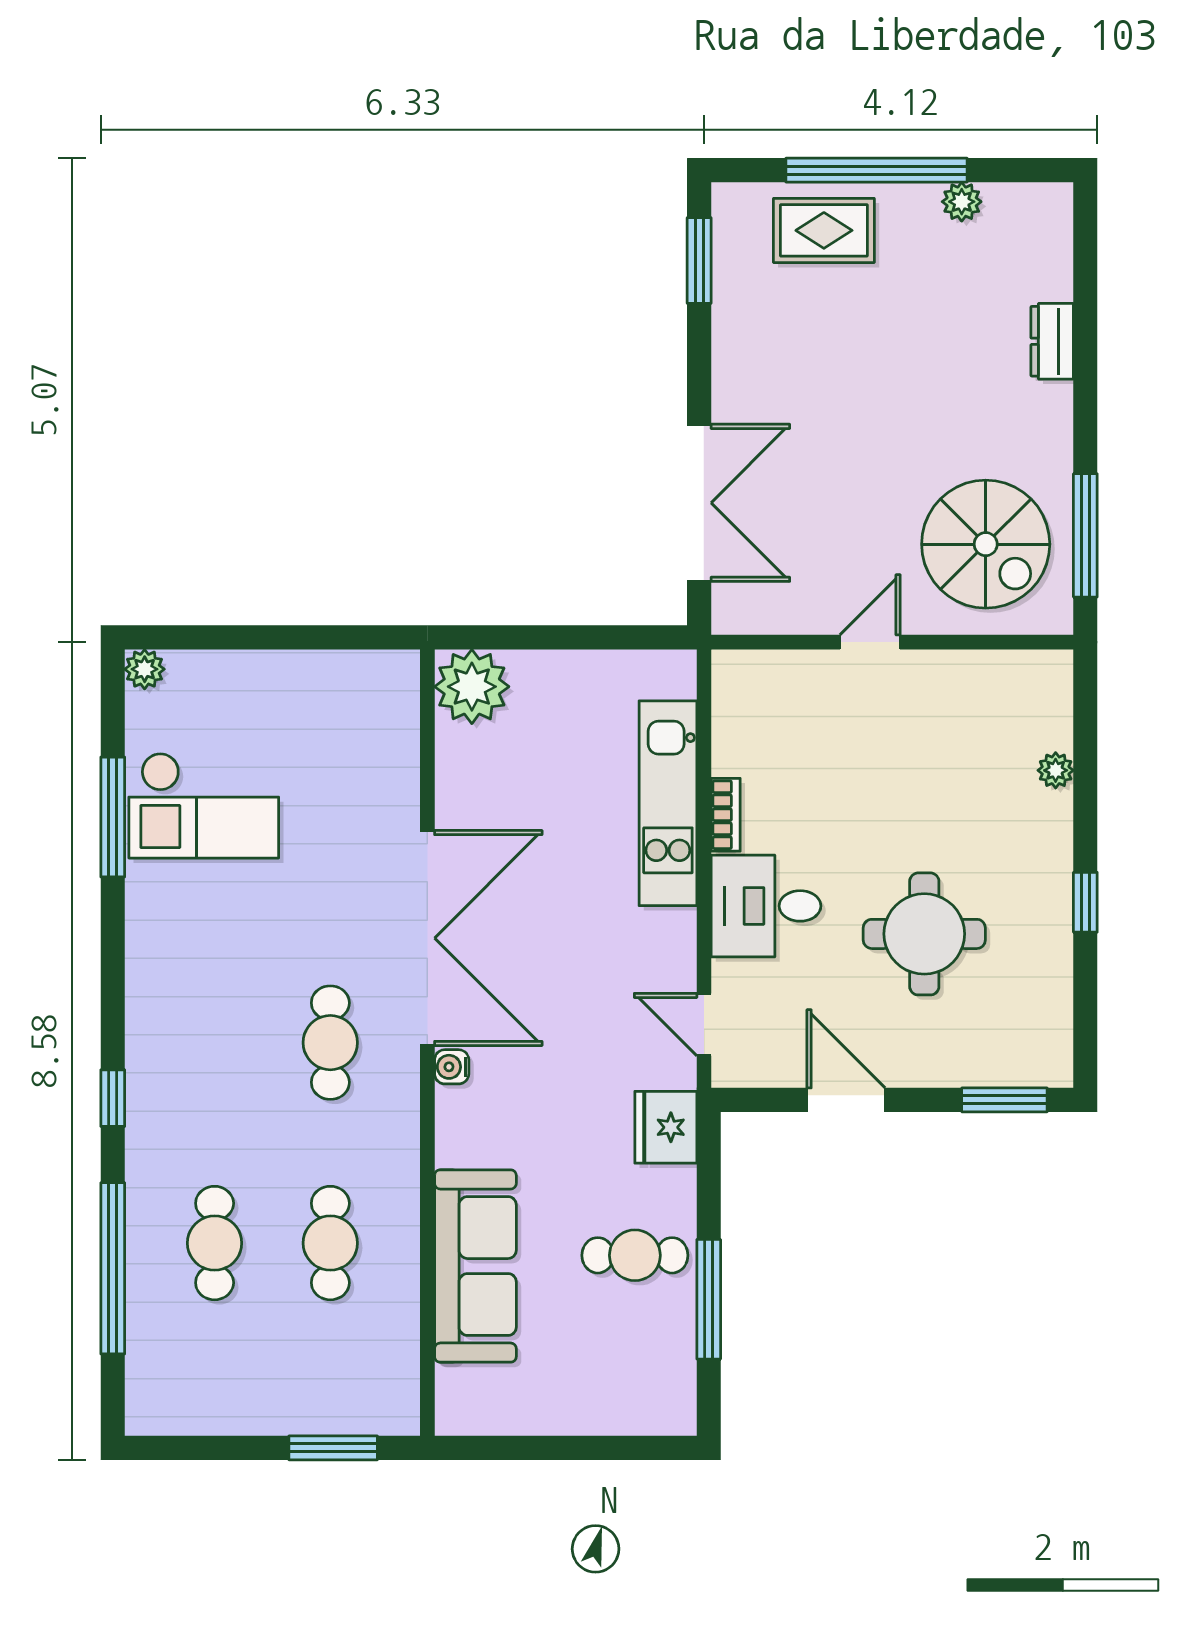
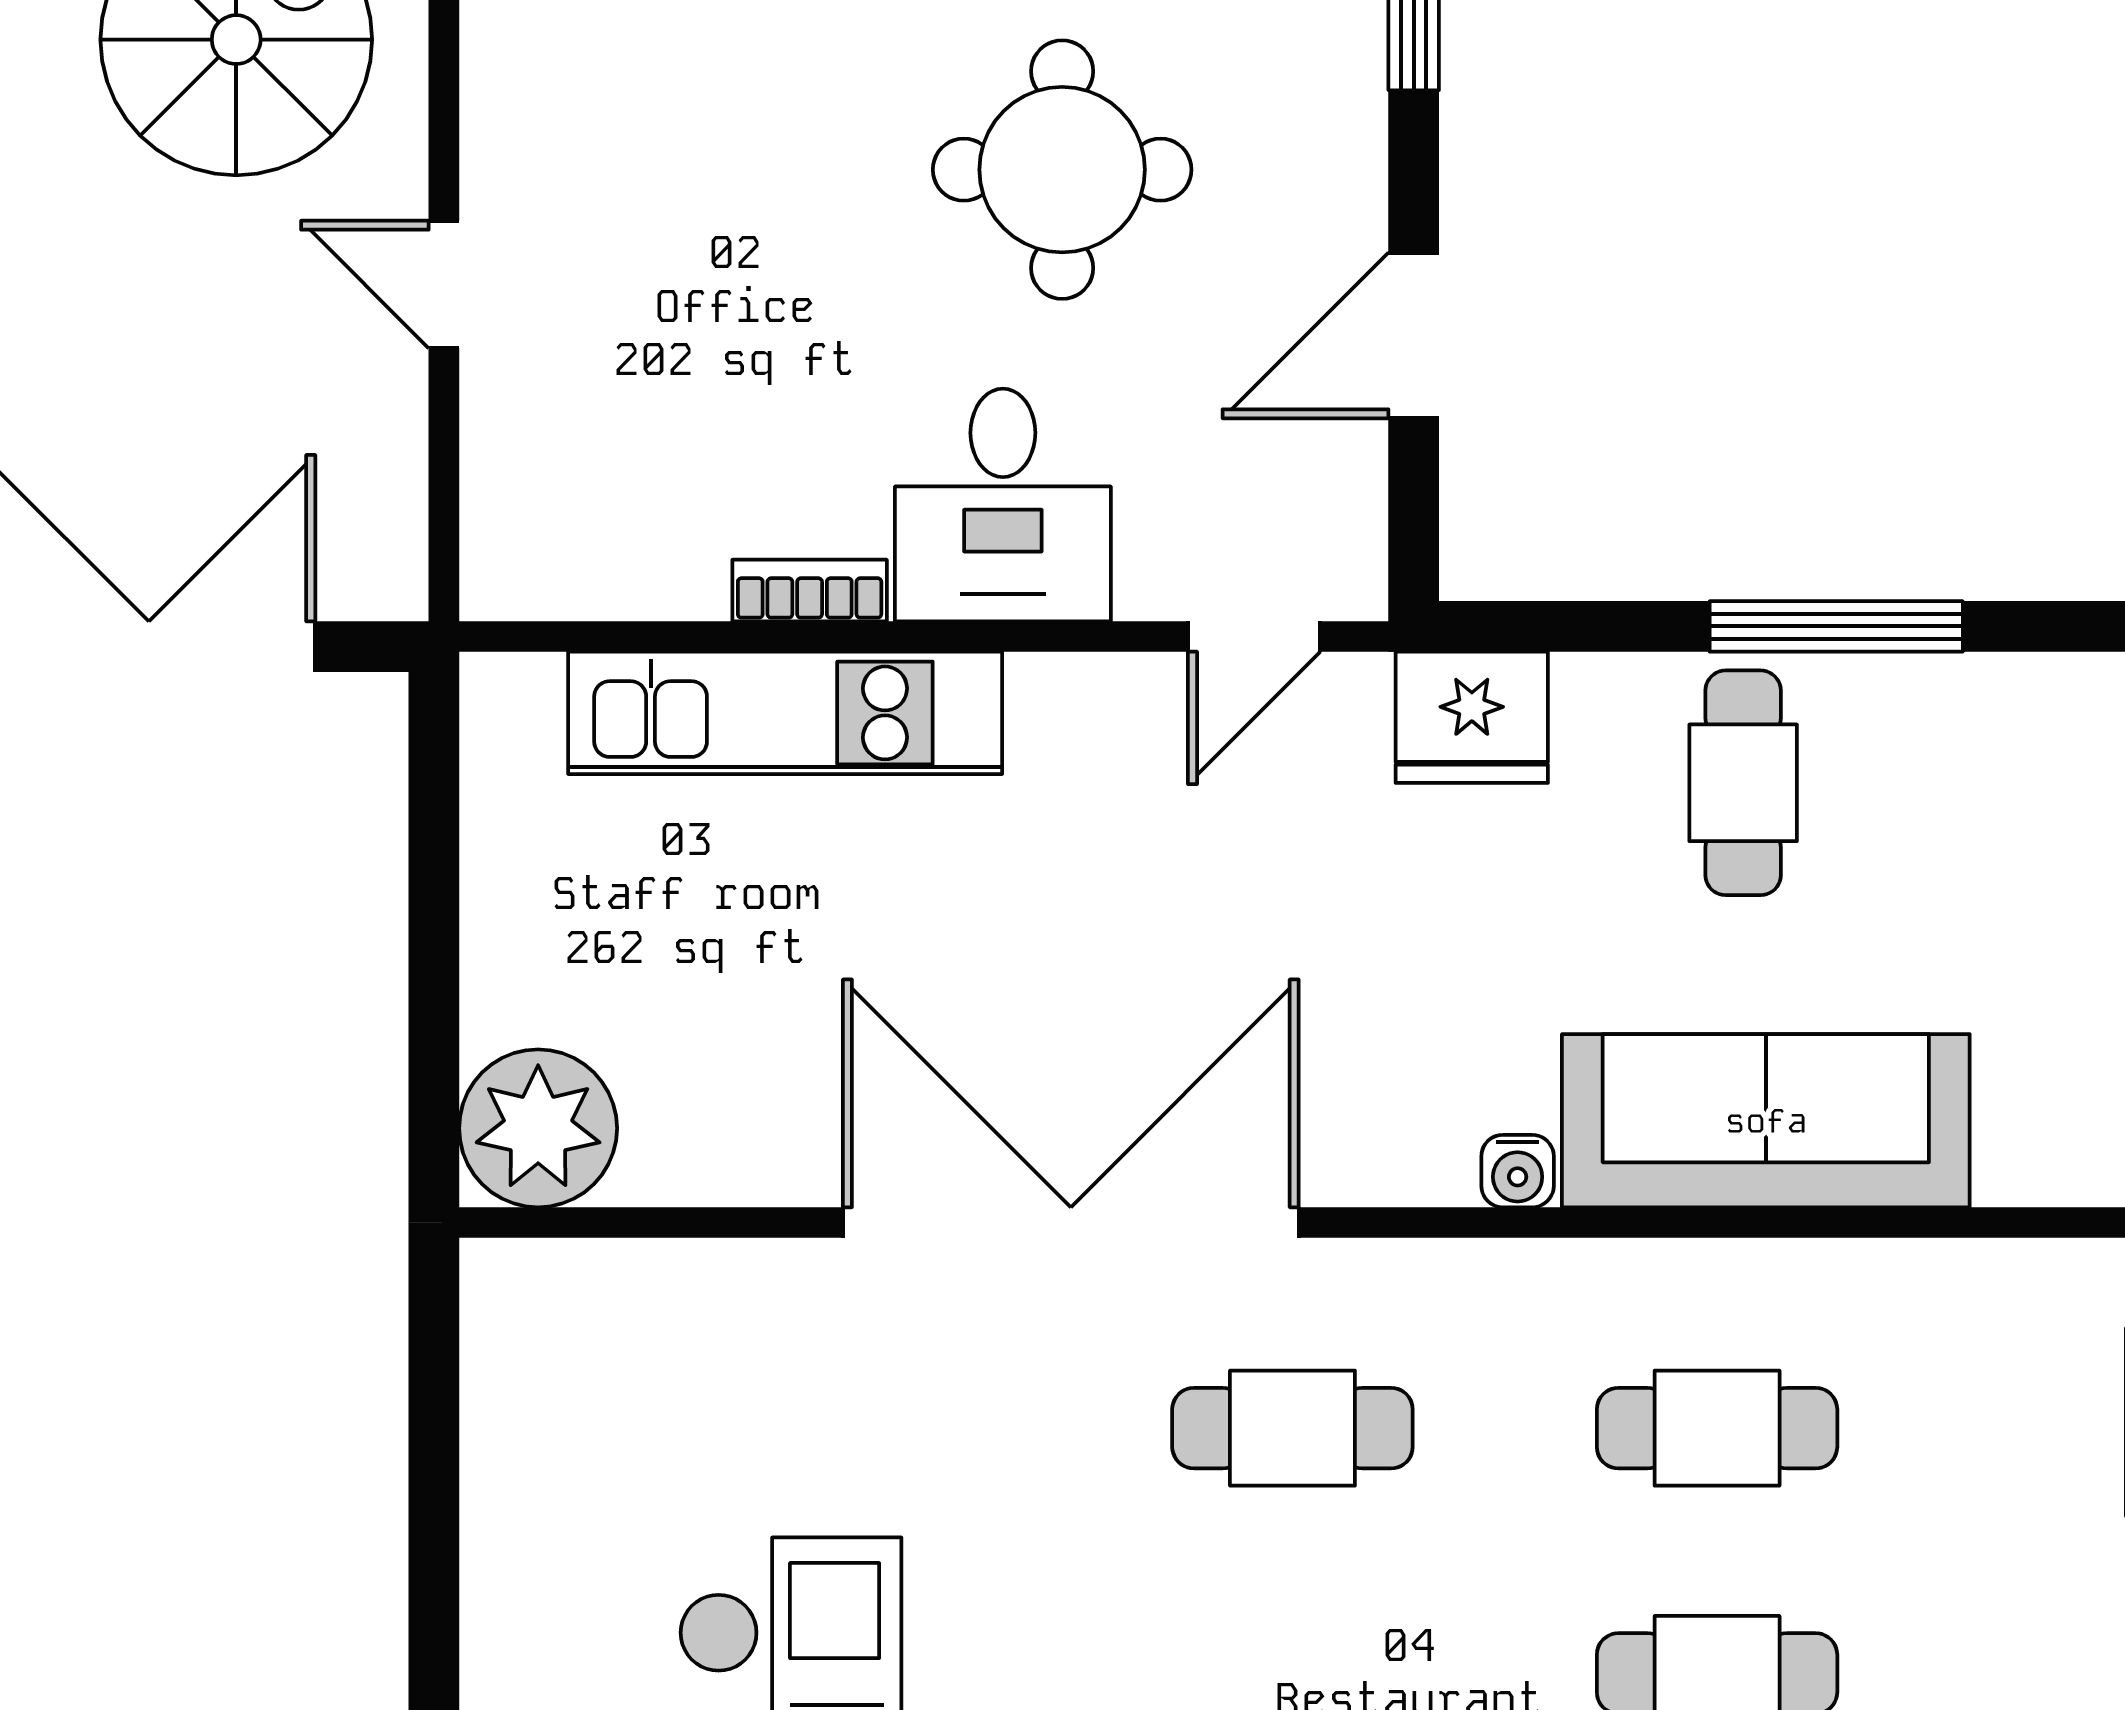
water cooler: (452, 1067) -> (1518, 1171), moved

